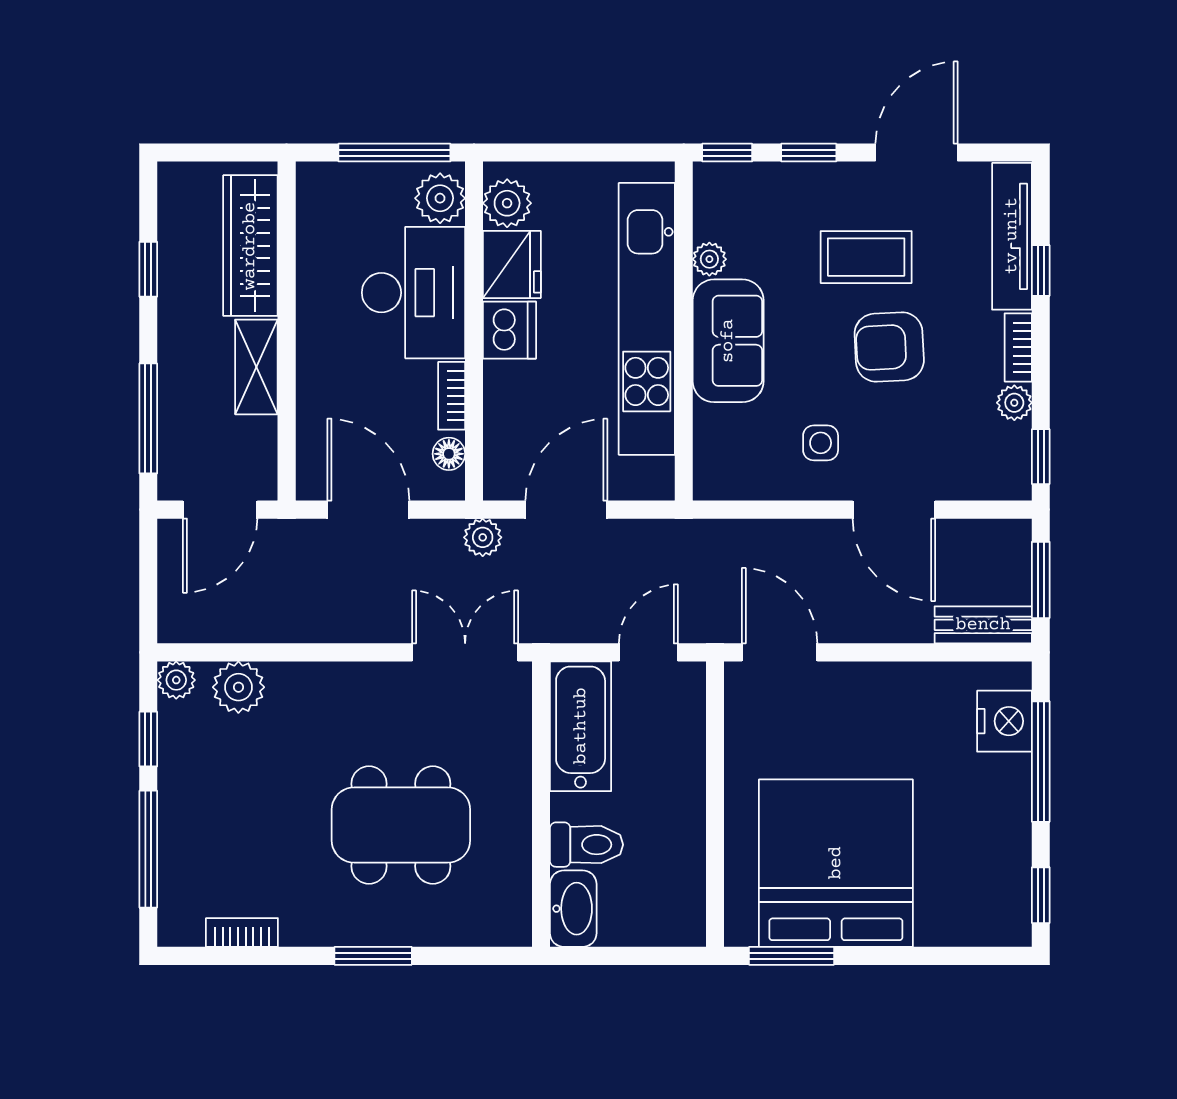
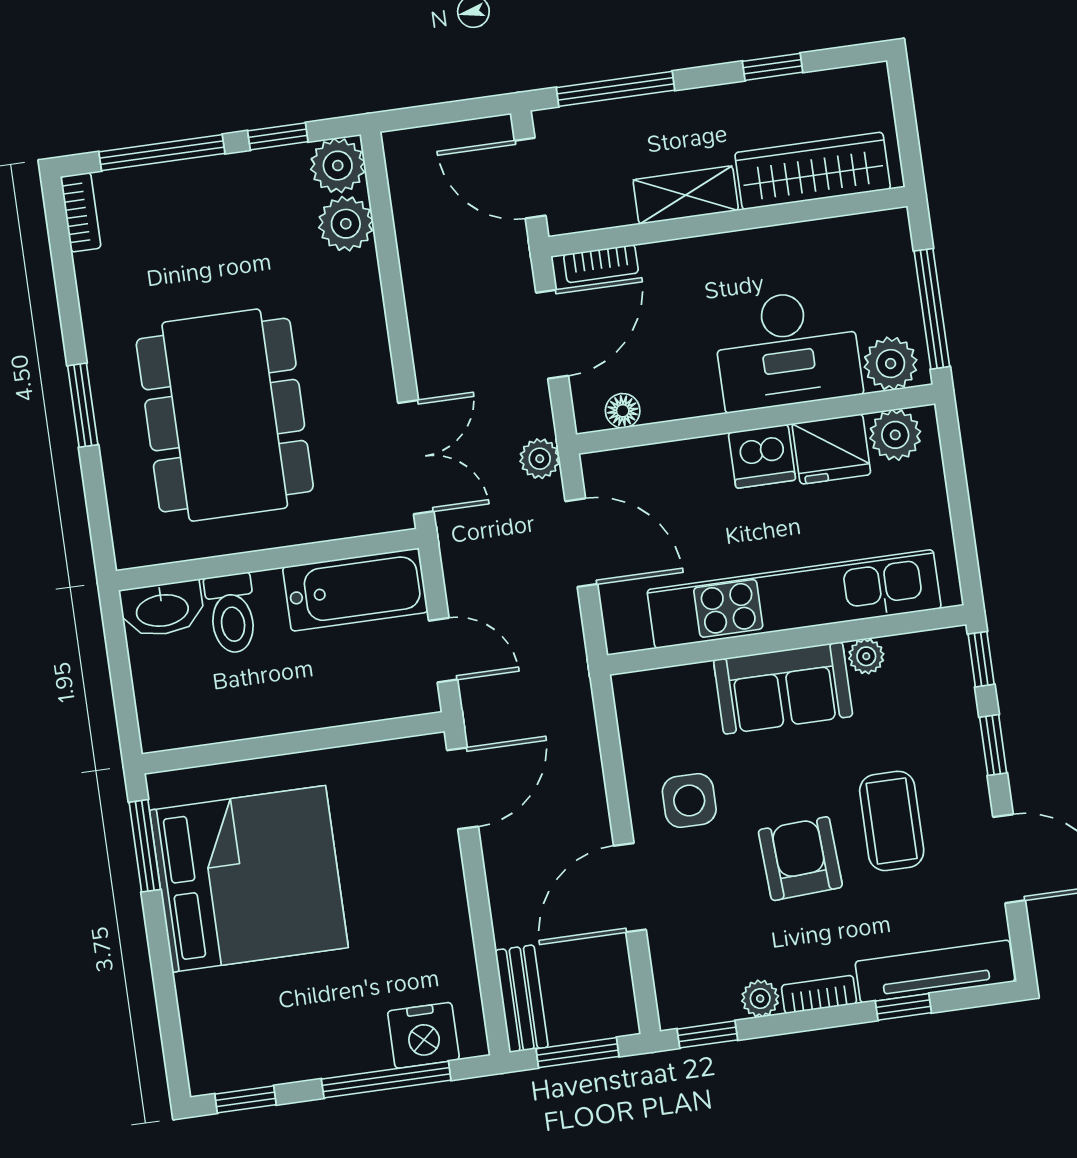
bookcase: (452, 396) -> (601, 264), moved, turned 180
side table: (821, 443) -> (689, 801), width x1.37, depth x1.37
plant: (176, 680) -> (338, 166), width x1.38, depth x1.38
dining table: (401, 825) -> (225, 415), width x1.36, depth x1.24
bookcase: (242, 933) -> (81, 212), moved

